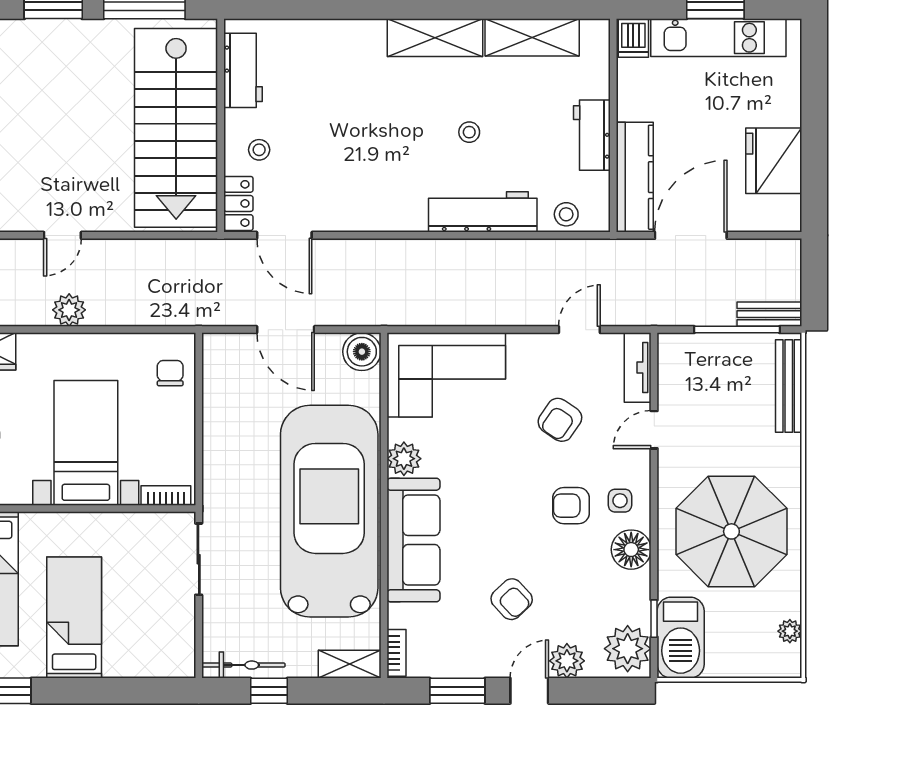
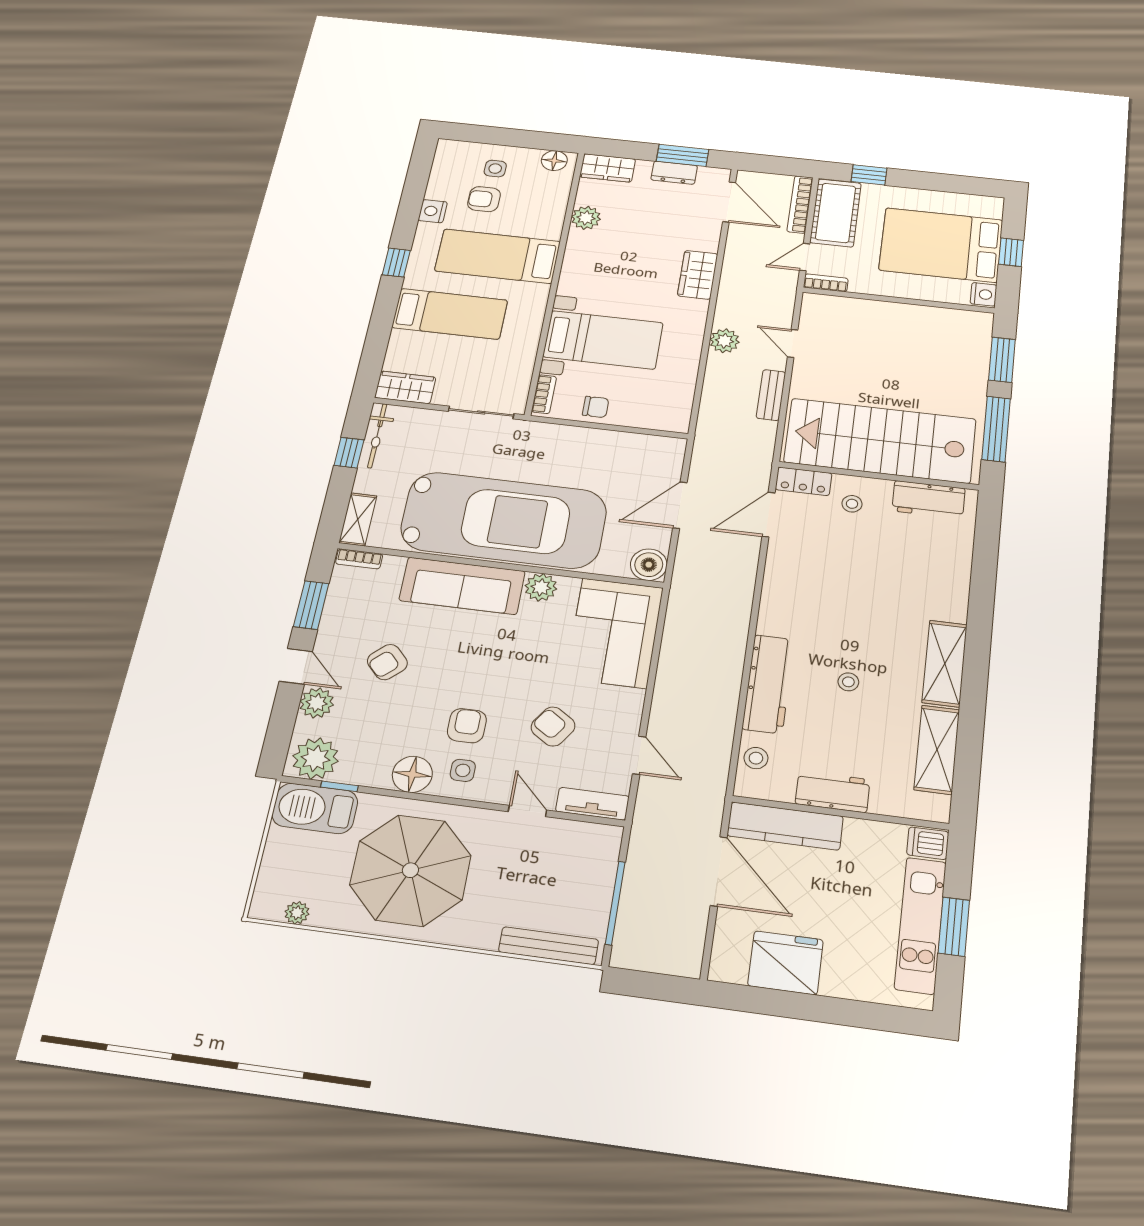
bench: (769, 314) -> (771, 395), moved
chair: (170, 373) -> (596, 407), moved
wardrobe: (178, 647) -> (405, 387), added

